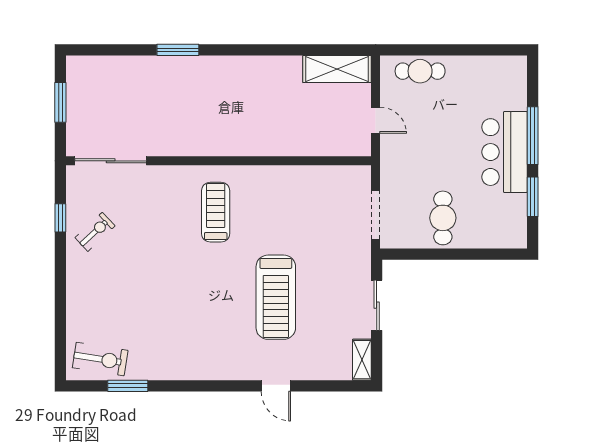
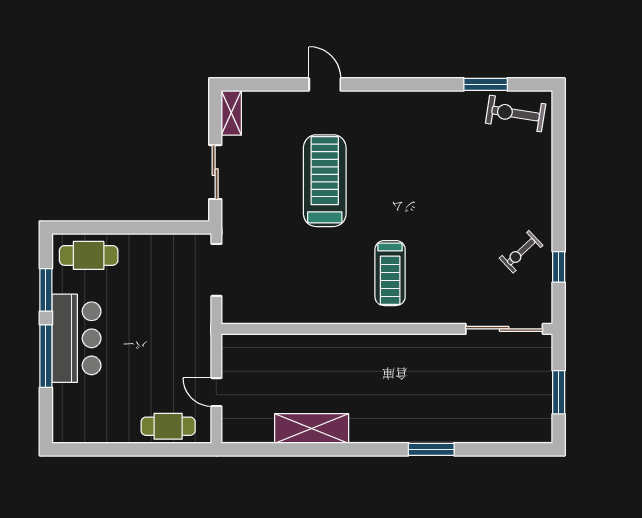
shelving: (337, 69) -> (312, 429), moved
door: (376, 120) -> (216, 392), moved
cafe table: (443, 218) -> (89, 255), moved, turned 90

